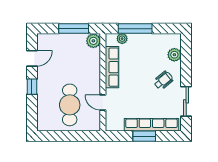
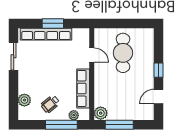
wheelchair: (163, 80) -> (50, 104), moved

